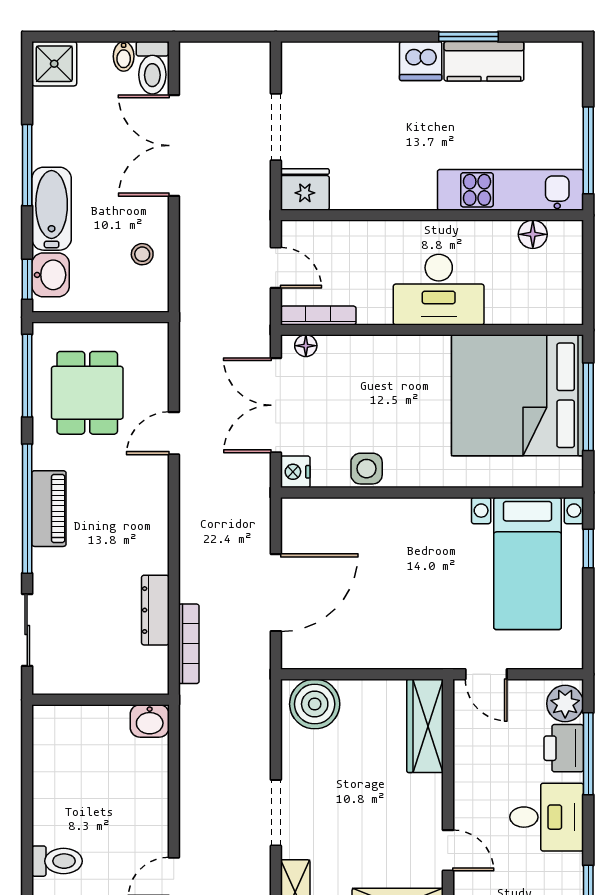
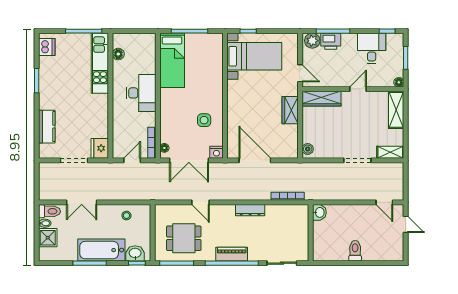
dishwasher: (421, 61) -> (47, 47), moved
kitchen counter: (484, 61) -> (47, 127), moved
shower: (54, 64) -> (48, 238), moved
double door: (174, 146) -> (82, 202), width x0.73
bathtub: (52, 209) -> (101, 250), width x1.36, depth x1.36
bed: (518, 395) -> (172, 60), width x0.49
side table: (367, 469) -> (204, 120), moved
door: (276, 593) -> (255, 160), moved
dresser: (155, 610) -> (250, 210), moved
wardrobe: (397, 650) -> (290, 110), added
door: (486, 674) -> (300, 73), hinge flipped
boiler: (315, 704) -> (308, 149), width x0.54, depth x0.54
desk: (547, 817) -> (372, 48), moved
door: (448, 850) -> (358, 89), moved
toilet: (57, 861) -> (355, 251), moved

